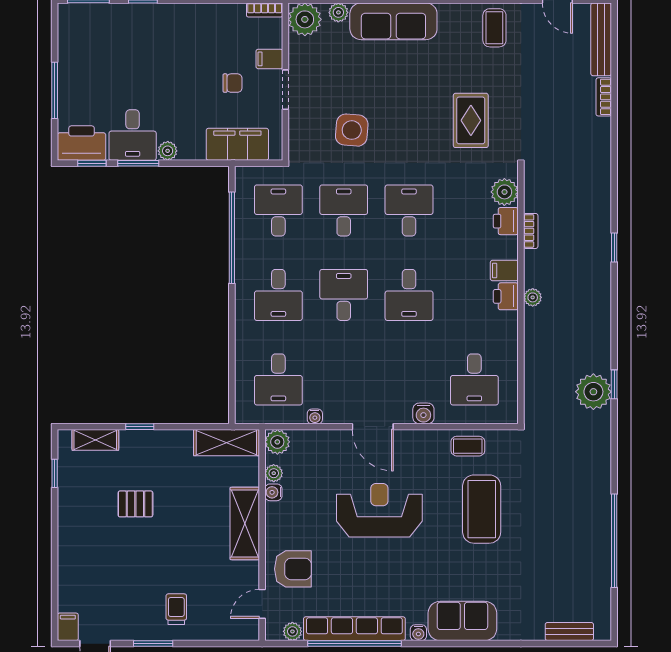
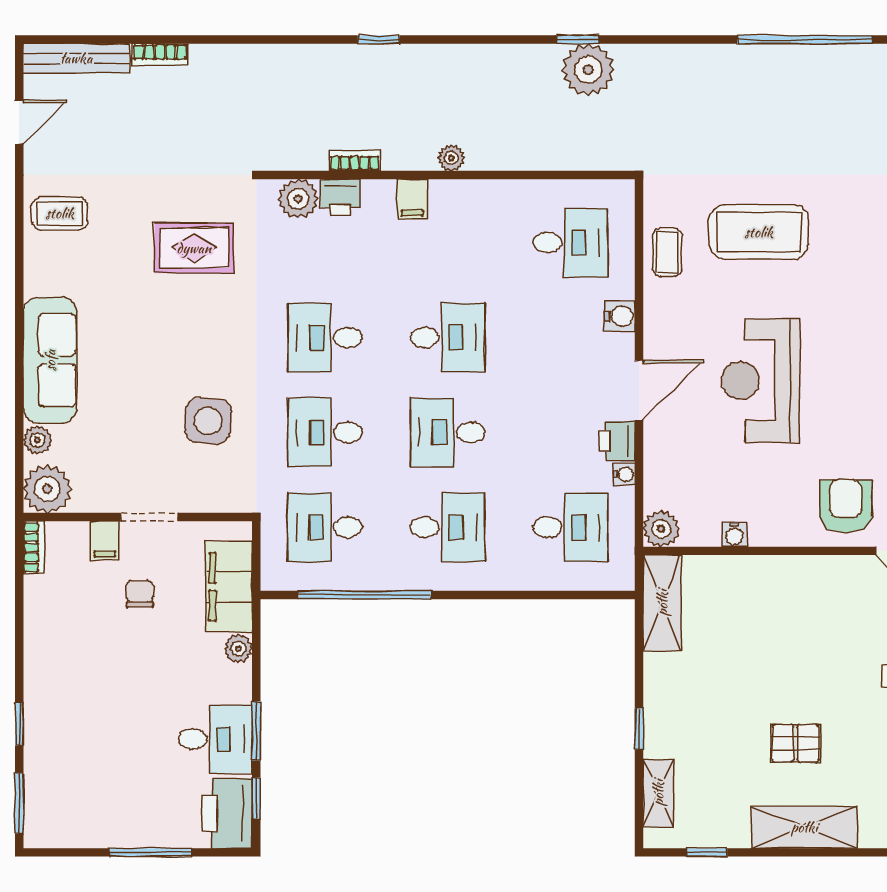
plant: (168, 151) -> (238, 649), moved
printer: (506, 296) -> (617, 441), moved, turned 90
plant: (274, 473) -> (707, 534), removed
pallet: (135, 504) -> (795, 743), moved, turned 90
shelving: (245, 523) -> (804, 827), moved

